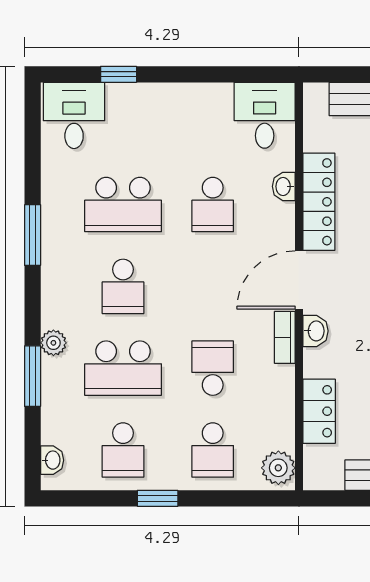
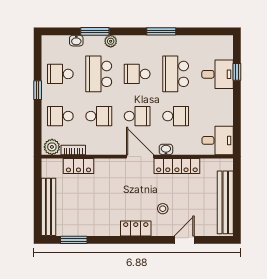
desk: (74, 115) -> (218, 74), moved
washbasin: (284, 186) -> (166, 149), moved
school desk: (213, 205) -> (176, 116), turned 180
school desk: (213, 286) -> (137, 116), added
washbasin: (315, 331) -> (116, 164), removed
bookcase: (285, 337) -> (73, 150), moved
washbasin: (52, 460) -> (76, 41), moved

